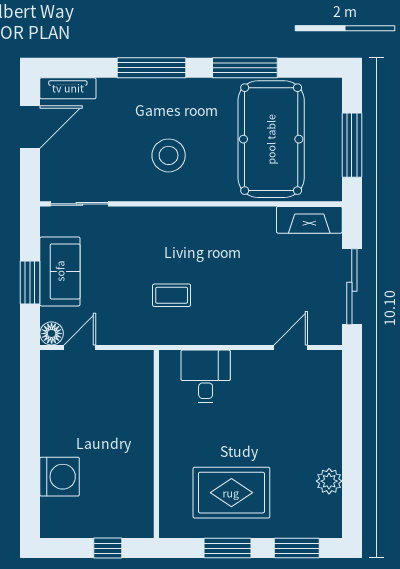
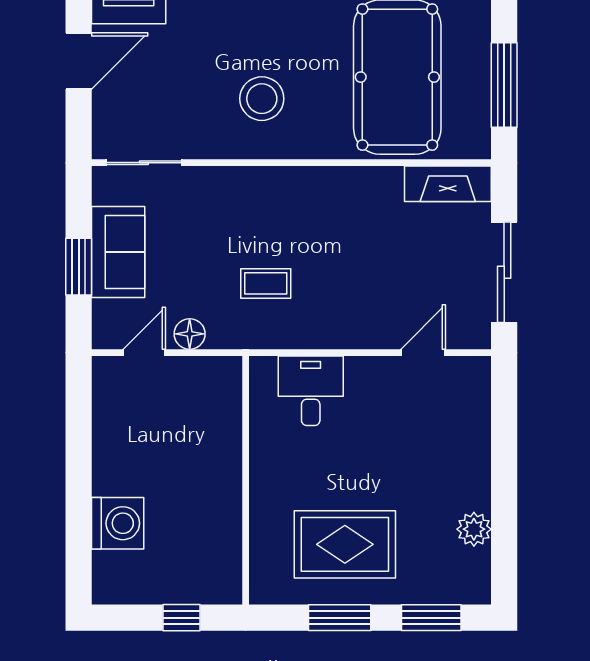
floor lamp: (52, 333) -> (190, 334), moved

